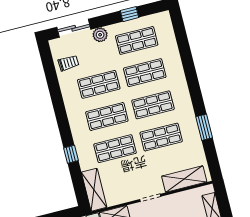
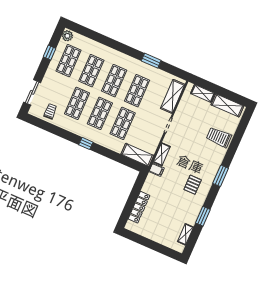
plant: (100, 35) -> (67, 36), moved
window: (71, 154) -> (86, 143), moved

